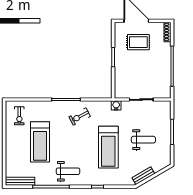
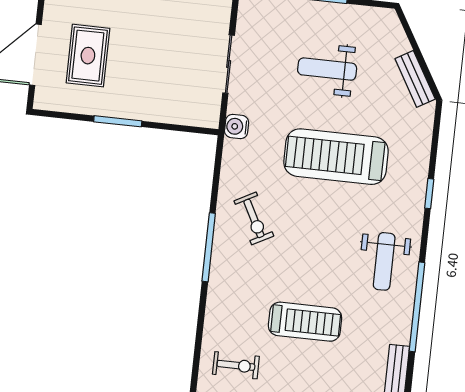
weight bench: (143, 140) -> (327, 69), turned -90
treadmill: (40, 142) -> (305, 322), width x0.73, depth x0.73
treadmill: (108, 147) -> (336, 157), turned 180
weight bench: (68, 171) -> (384, 261), turned 180

